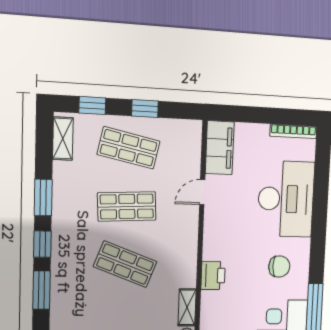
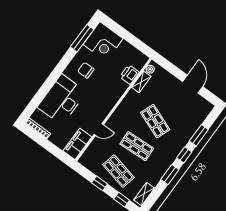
printer: (213, 275) -> (129, 75), moved

